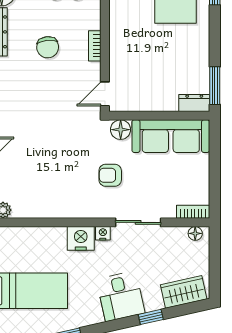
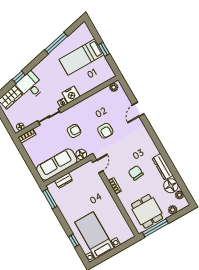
dresser: (194, 103) -> (64, 181), moved
armchair: (58, 146) -> (105, 131), added
desk: (121, 296) -> (30, 86), moved

